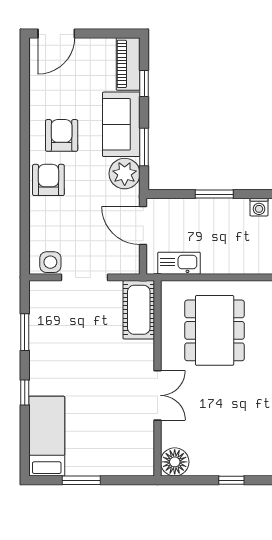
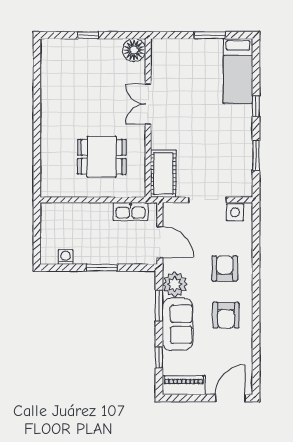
piano: (128, 64) -> (184, 385), moved, turned -90
armchair: (48, 180) -> (225, 268), moved, turned 180
dining table: (215, 330) -> (102, 157), width x0.73

